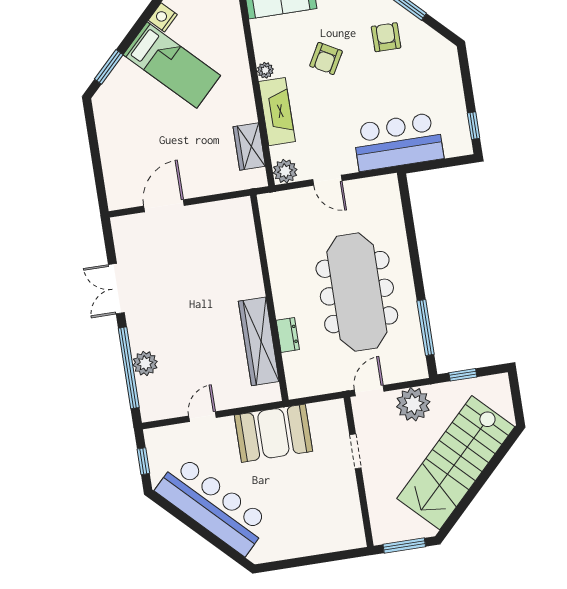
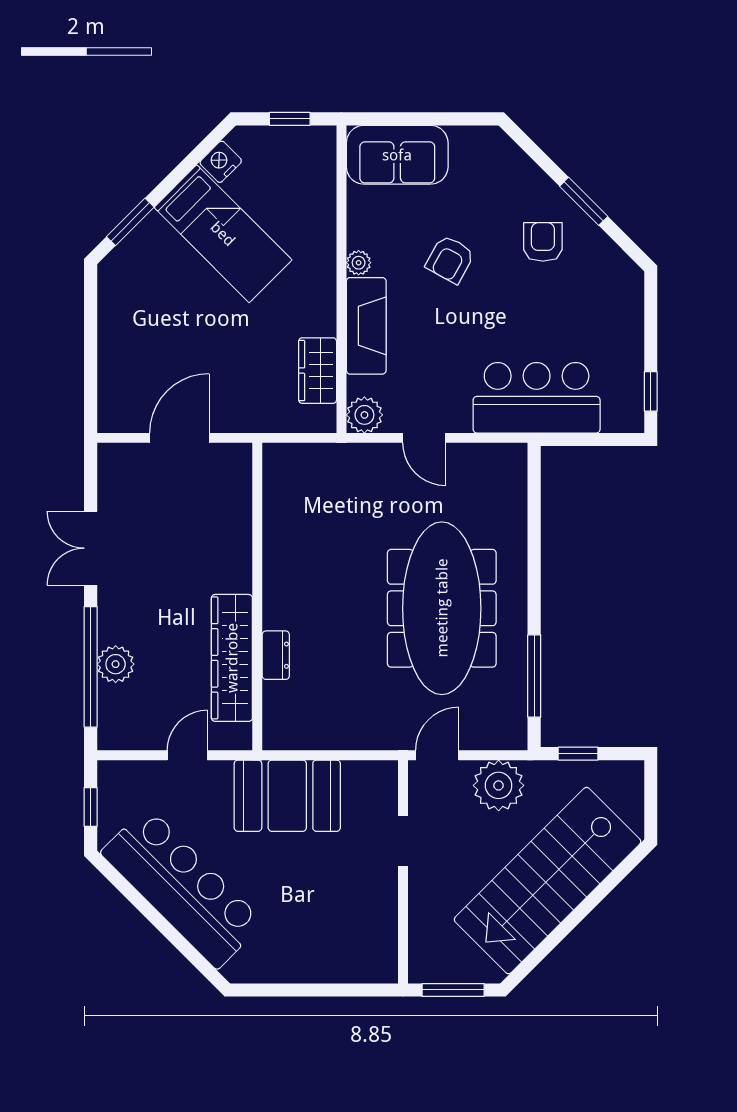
wall: (269, 298) -> (257, 597), moved
dresser: (288, 335) -> (276, 655), moved
wardrobe: (259, 341) -> (232, 658), moved

